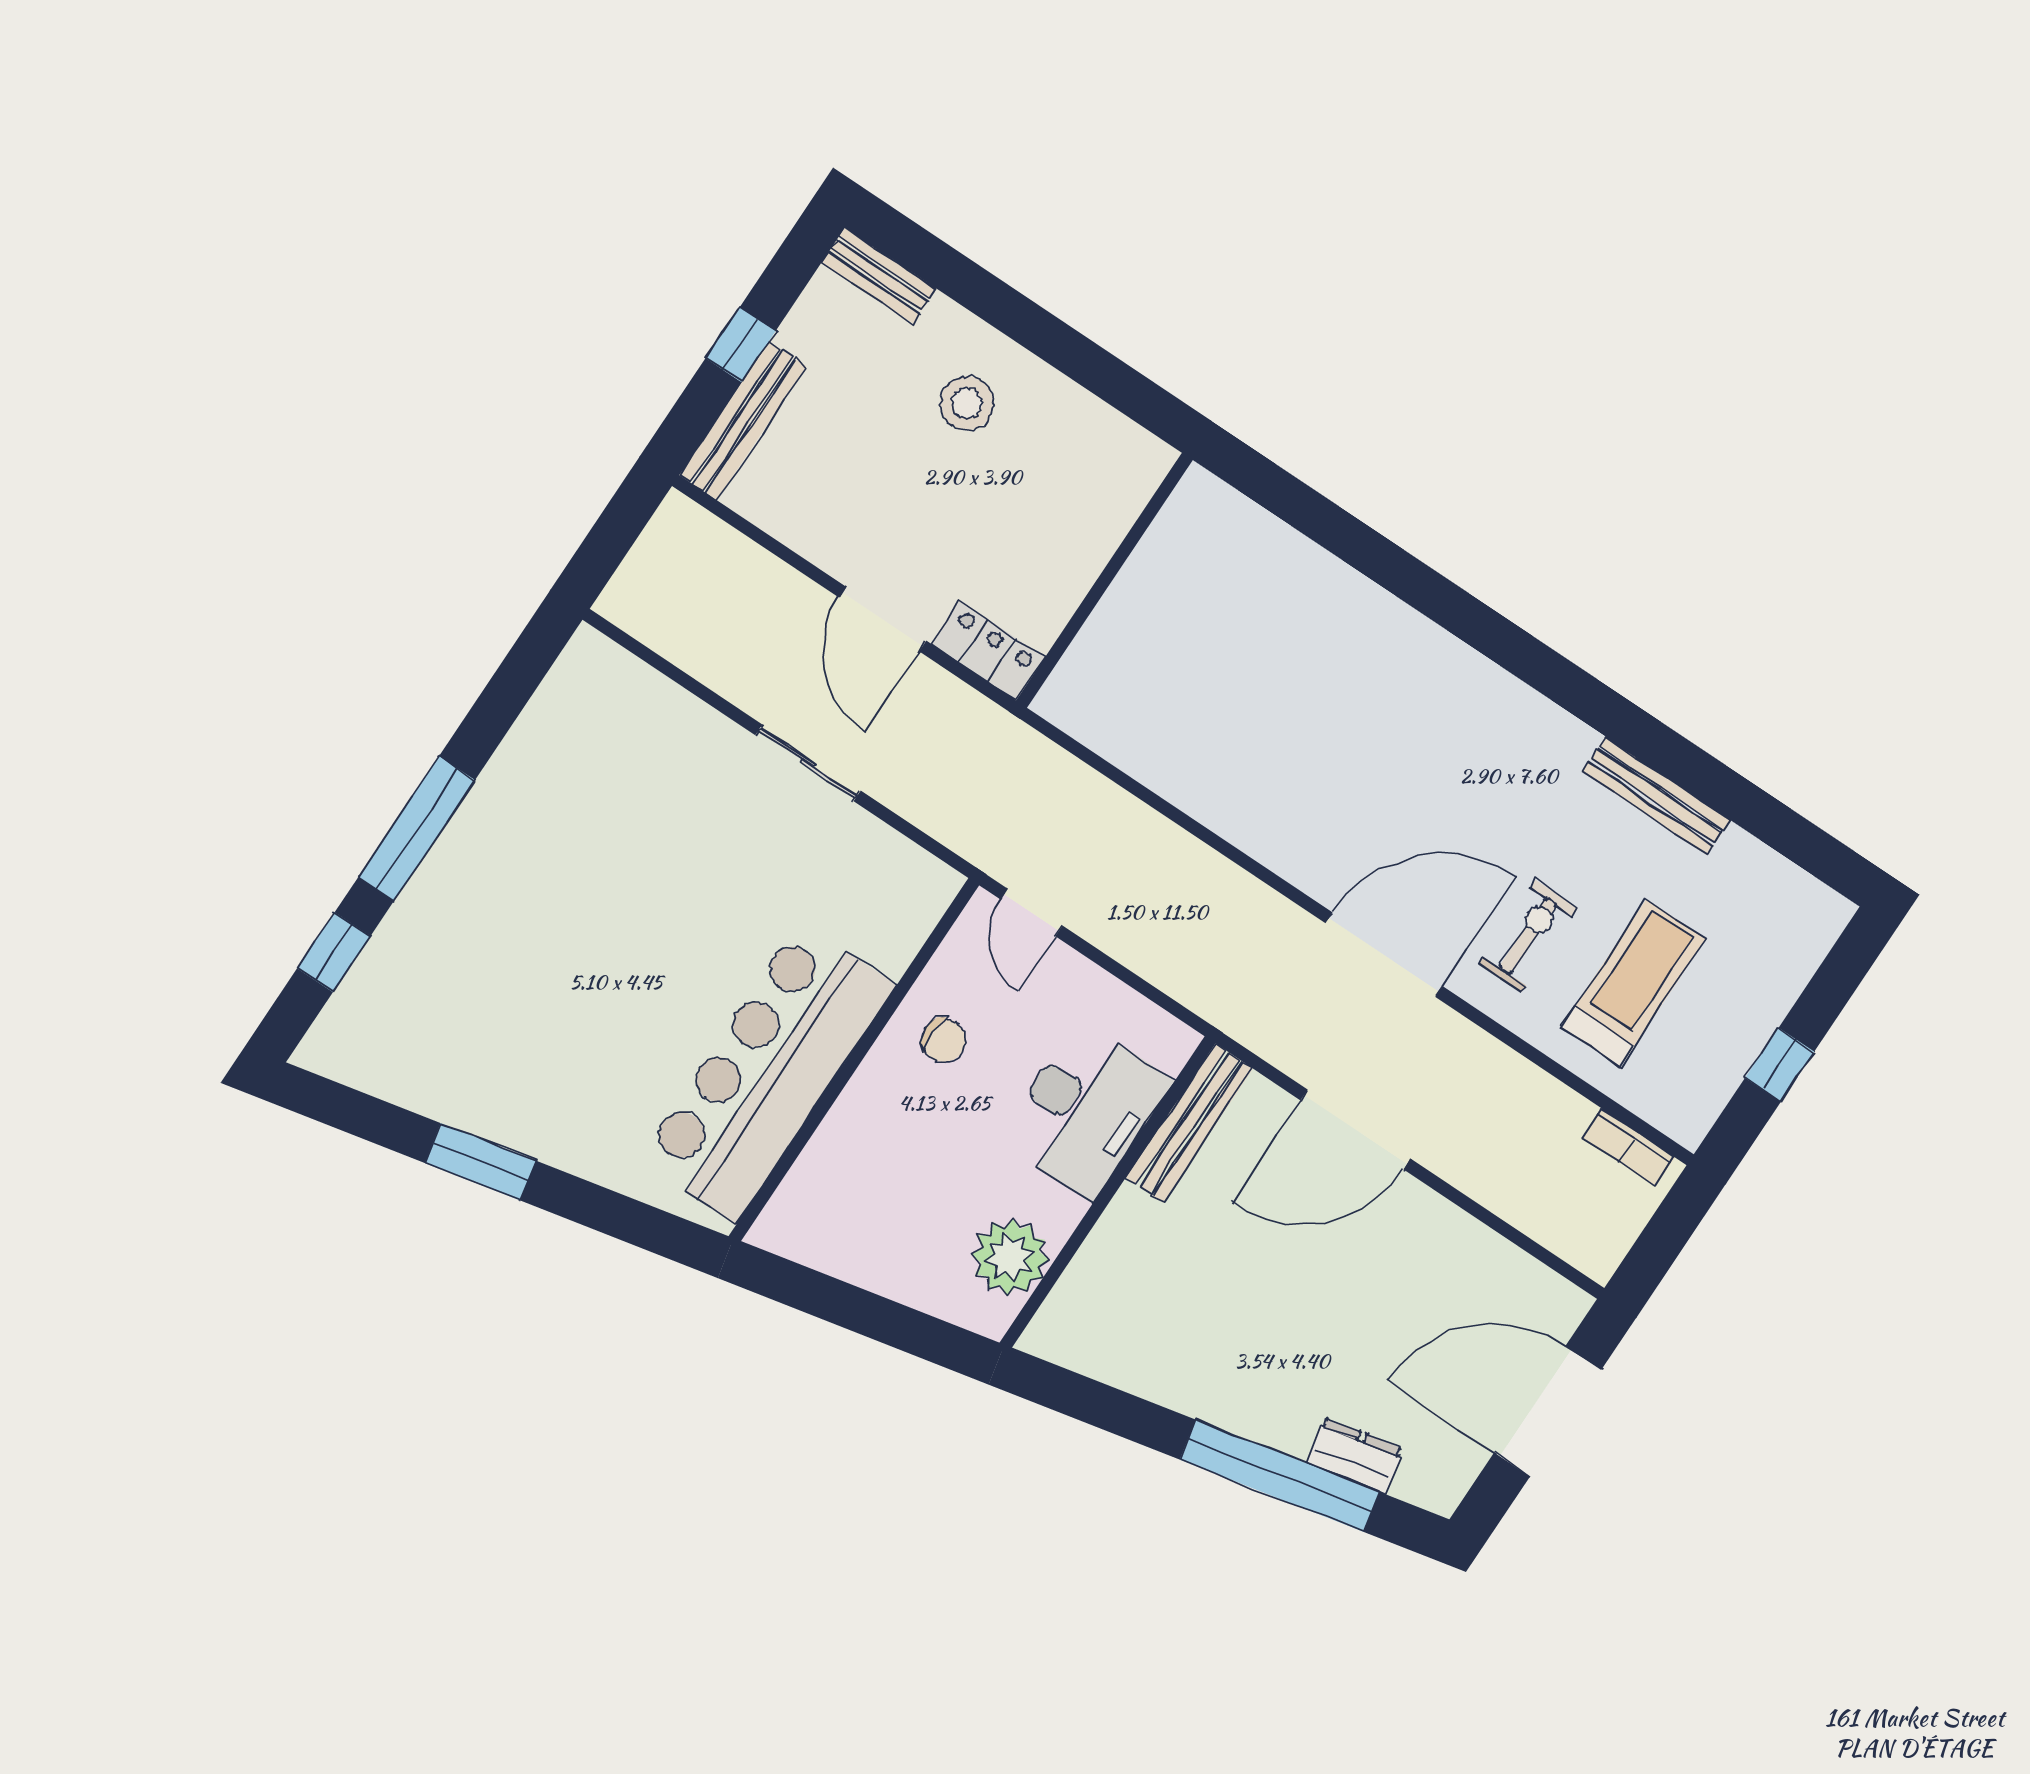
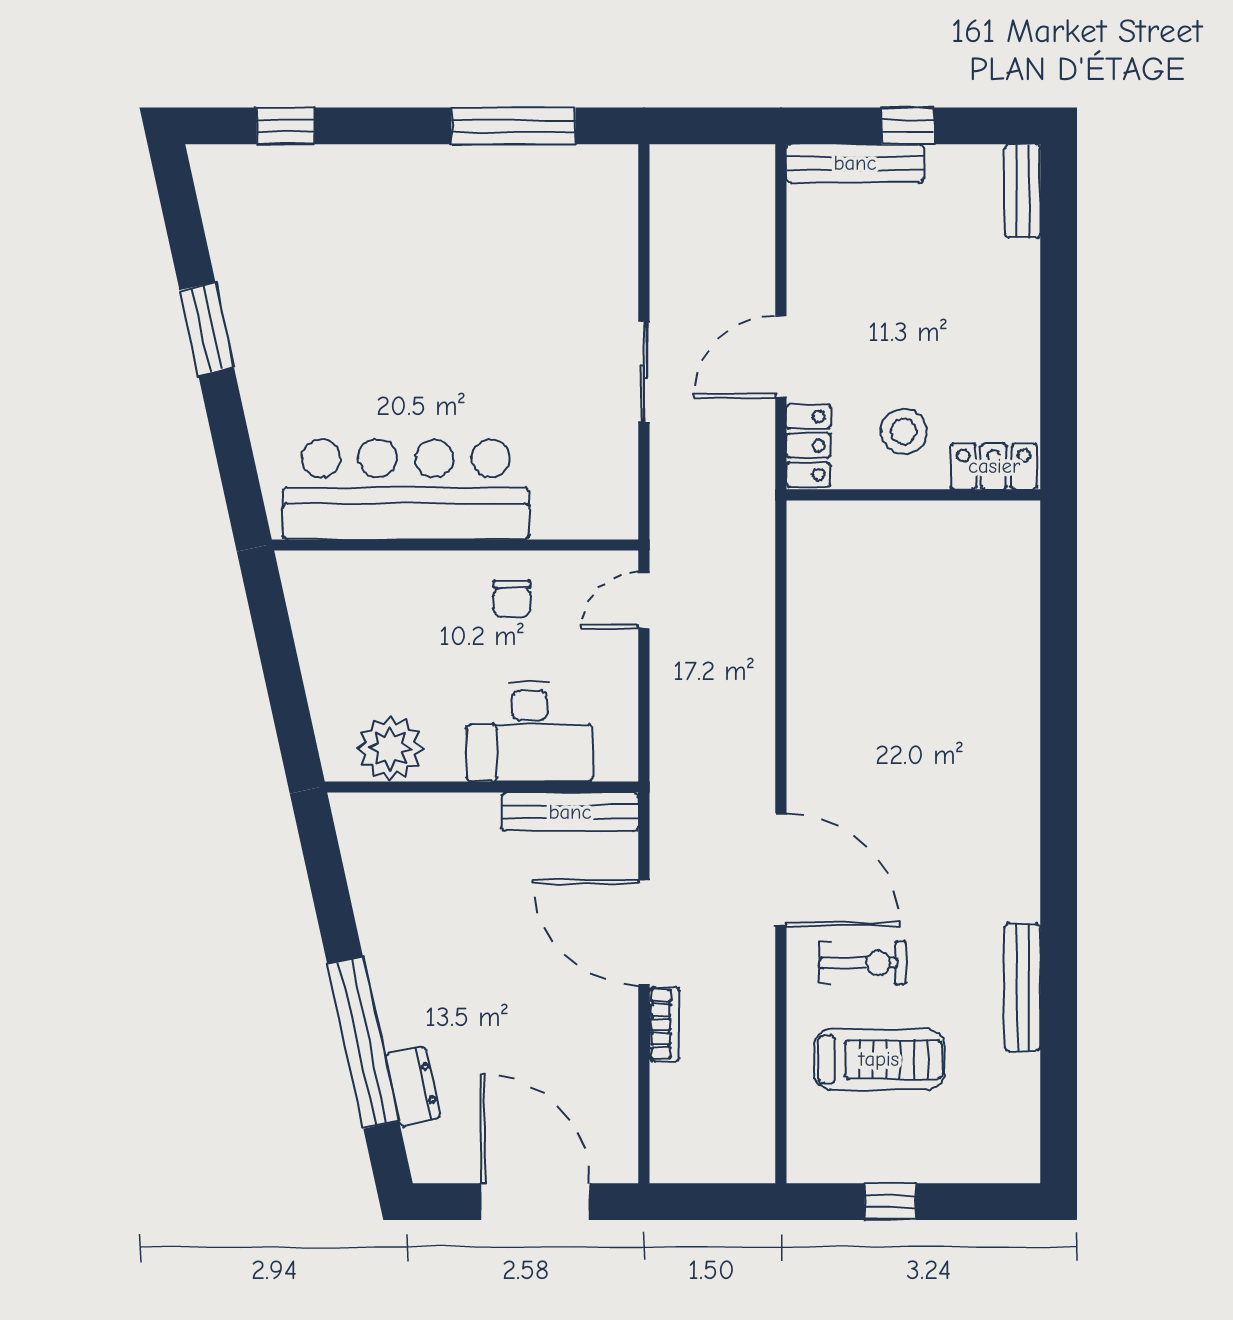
stool: (967, 403) -> (904, 431), moved
locker: (1129, 483) -> (994, 466), added
window: (417, 829) -> (513, 126), moved
bookcase: (1629, 1147) -> (664, 1024), moved, turned 180

